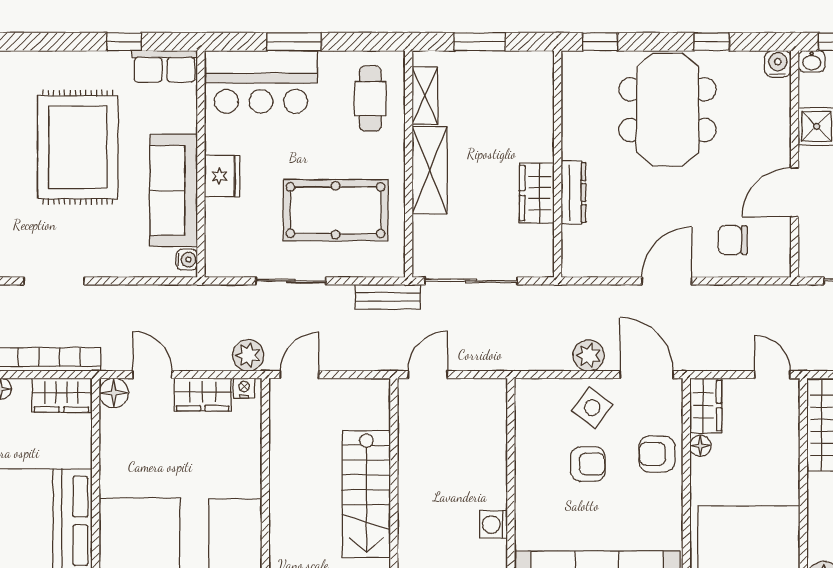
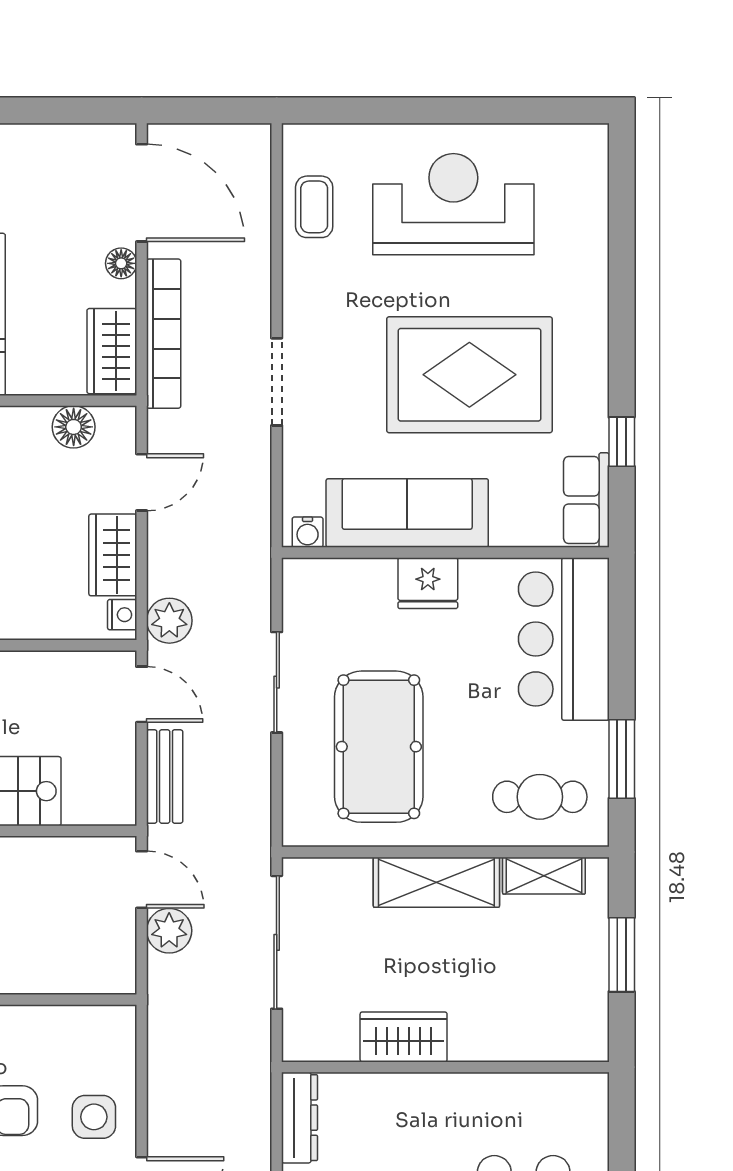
window: (294, 42) -> (622, 759), moved
window: (600, 42) -> (622, 1128), removed
dresser: (574, 193) -> (299, 1118), moved, turned -90
doorway: (54, 281) -> (277, 382), moved
bench: (388, 297) -> (165, 776), moved
plant: (589, 355) -> (169, 931), moved
floor lamp: (114, 393) -> (74, 427), moved
side table: (592, 408) -> (94, 1117), turned -37

